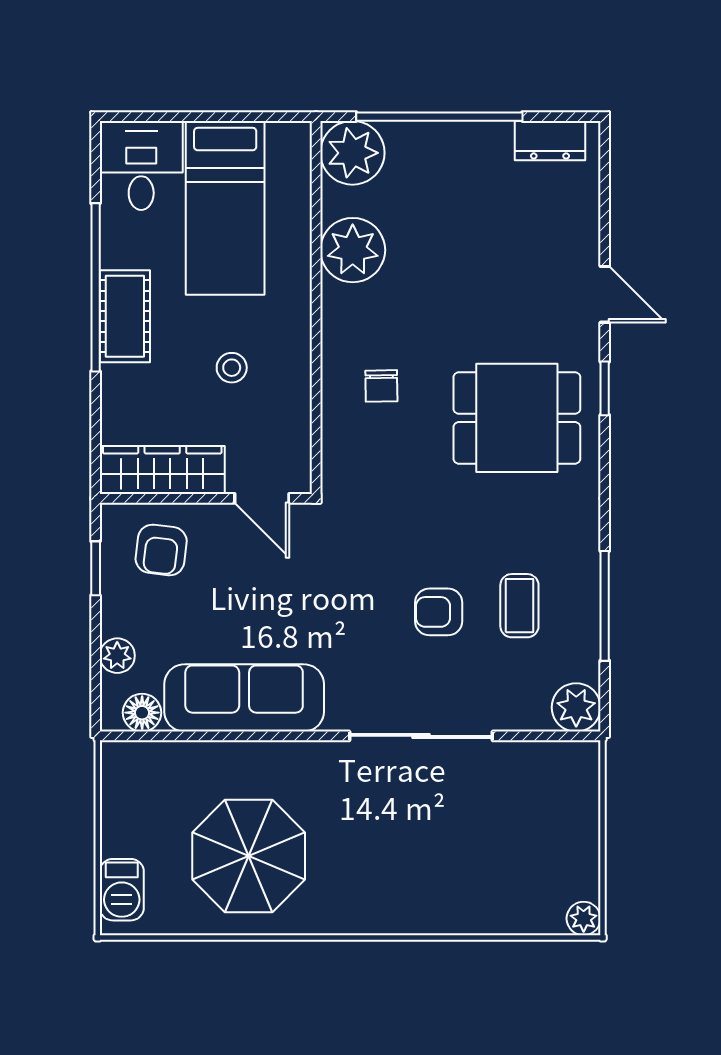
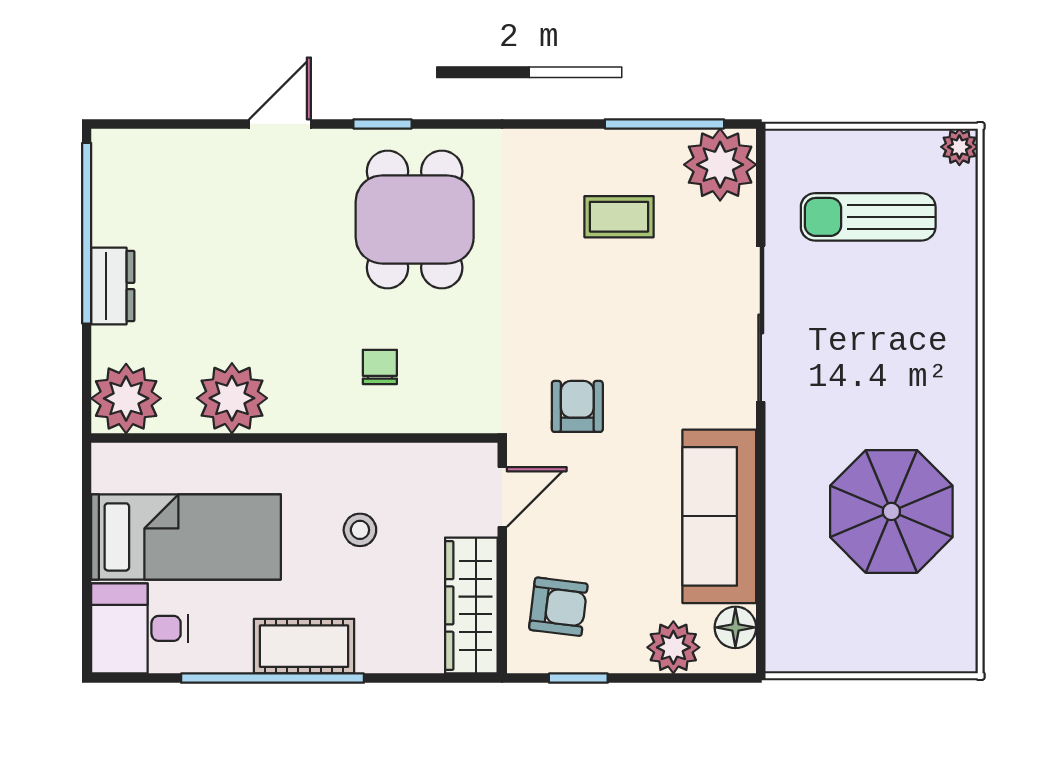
window: (439, 117) -> (87, 233), moved
dresser: (550, 141) -> (113, 286), moved
chair: (381, 386) -> (380, 367), turned -89
window: (605, 606) -> (664, 124), moved
armchair: (439, 612) -> (577, 406), moved, turned 180
plant: (117, 656) -> (673, 647), width x1.38, depth x1.38
plant: (576, 707) -> (720, 165), width x1.36, depth x1.36
sun lounger: (519, 835) -> (868, 217), added
barbecue: (122, 890) -> (928, 650), removed

